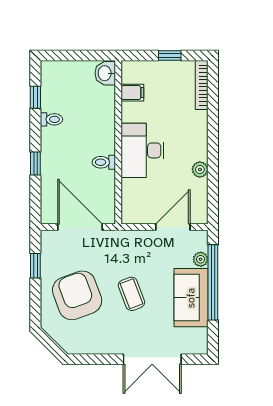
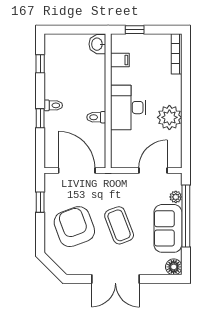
window: (170, 56) -> (135, 30), moved
toilet: (51, 119) -> (53, 105), moved
plant: (200, 169) -> (169, 117), width x1.88, depth x1.88
coffee table: (132, 294) -> (119, 225), width x1.36, depth x1.30
floor lamp: (198, 344) -> (174, 267), added
double door: (152, 359) -> (115, 279), moved

